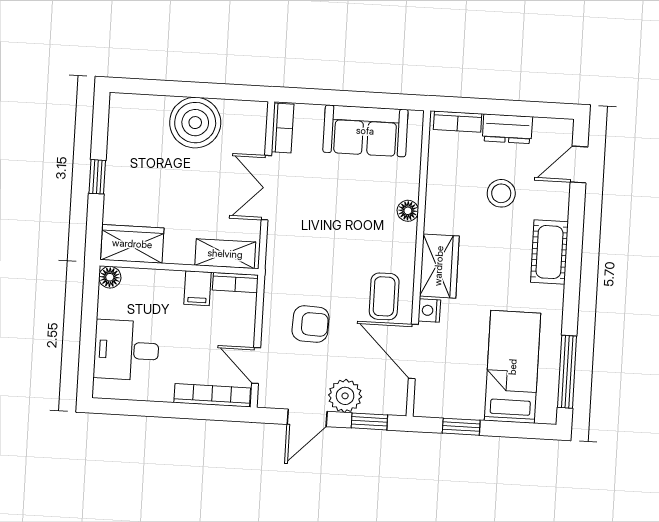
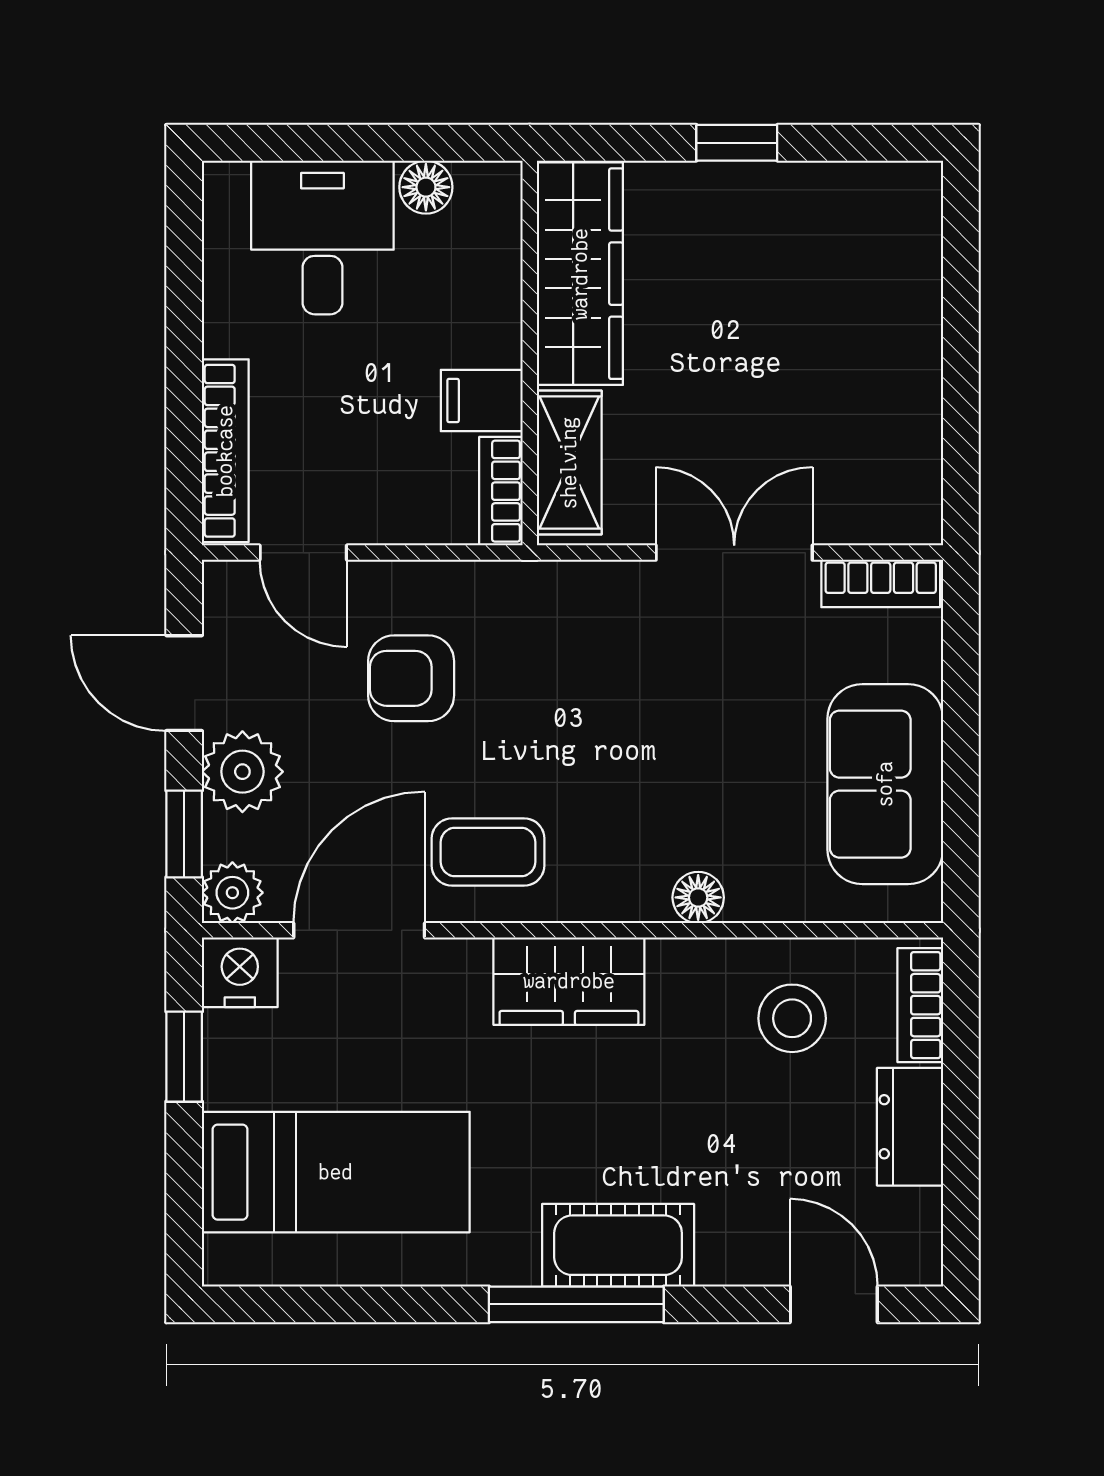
boiler: (195, 123) -> (881, 372), removed
stool: (501, 193) -> (792, 1018), moved
wardrobe: (132, 244) -> (580, 274), width x1.50
floor lamp: (110, 277) -> (426, 187), moved
nightstand: (429, 310) -> (240, 972), moved, width x1.39, depth x1.35
armchair: (311, 324) -> (411, 678), turned 88
door: (256, 366) -> (303, 553), swing flipped
window: (567, 372) -> (576, 1304), moved
plant: (395, 403) -> (232, 893), added

